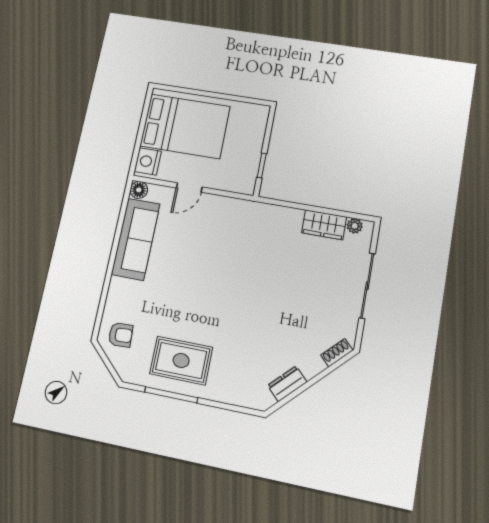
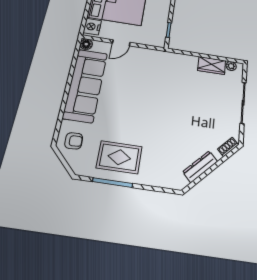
sofa: (136, 239) -> (85, 85), width x1.36, depth x1.27
dresser: (287, 384) -> (200, 167), width x1.44

